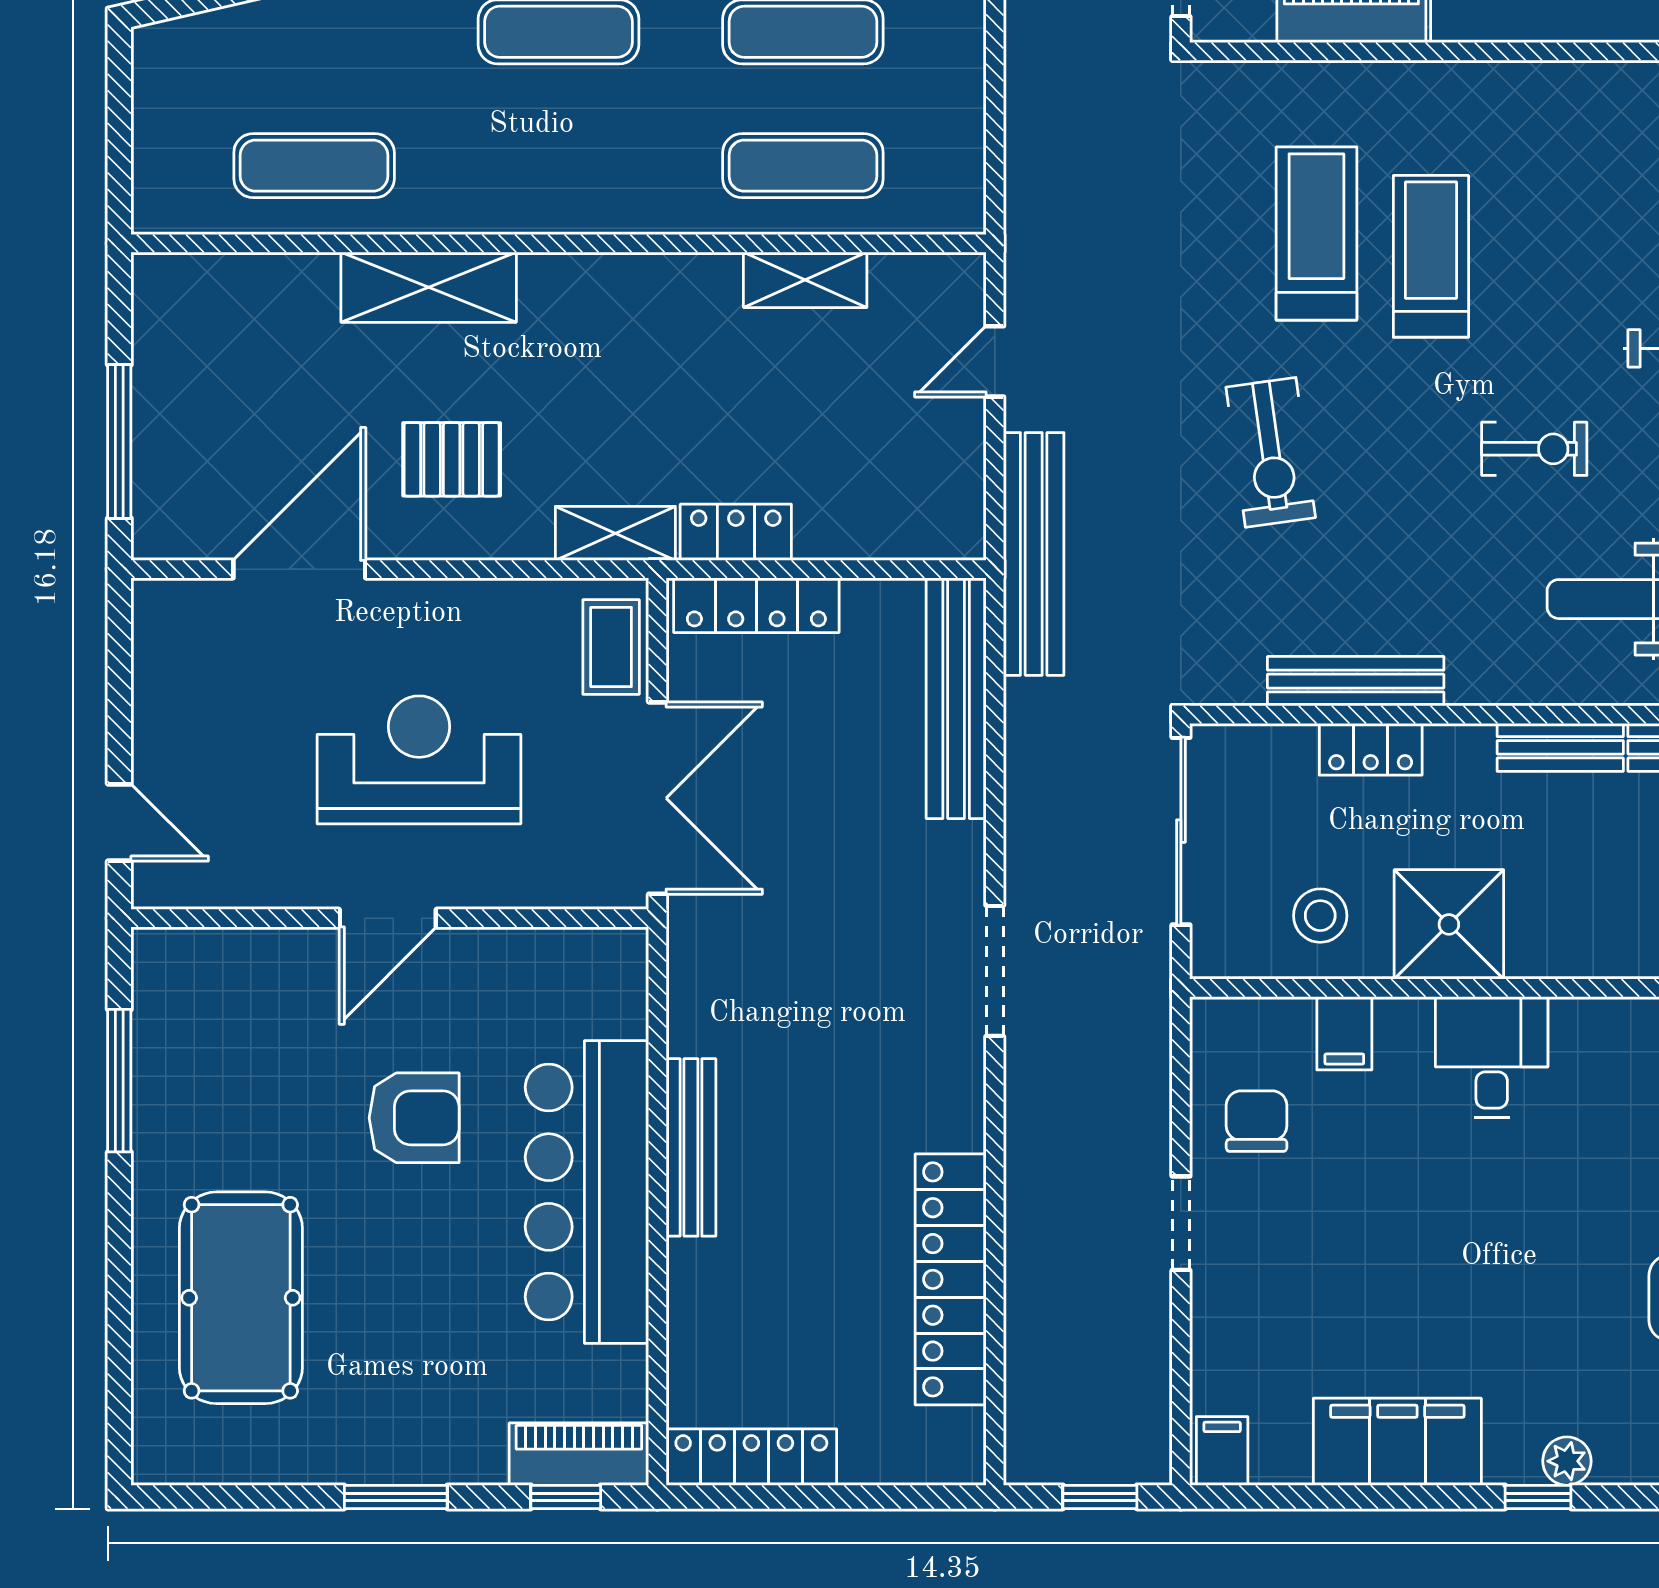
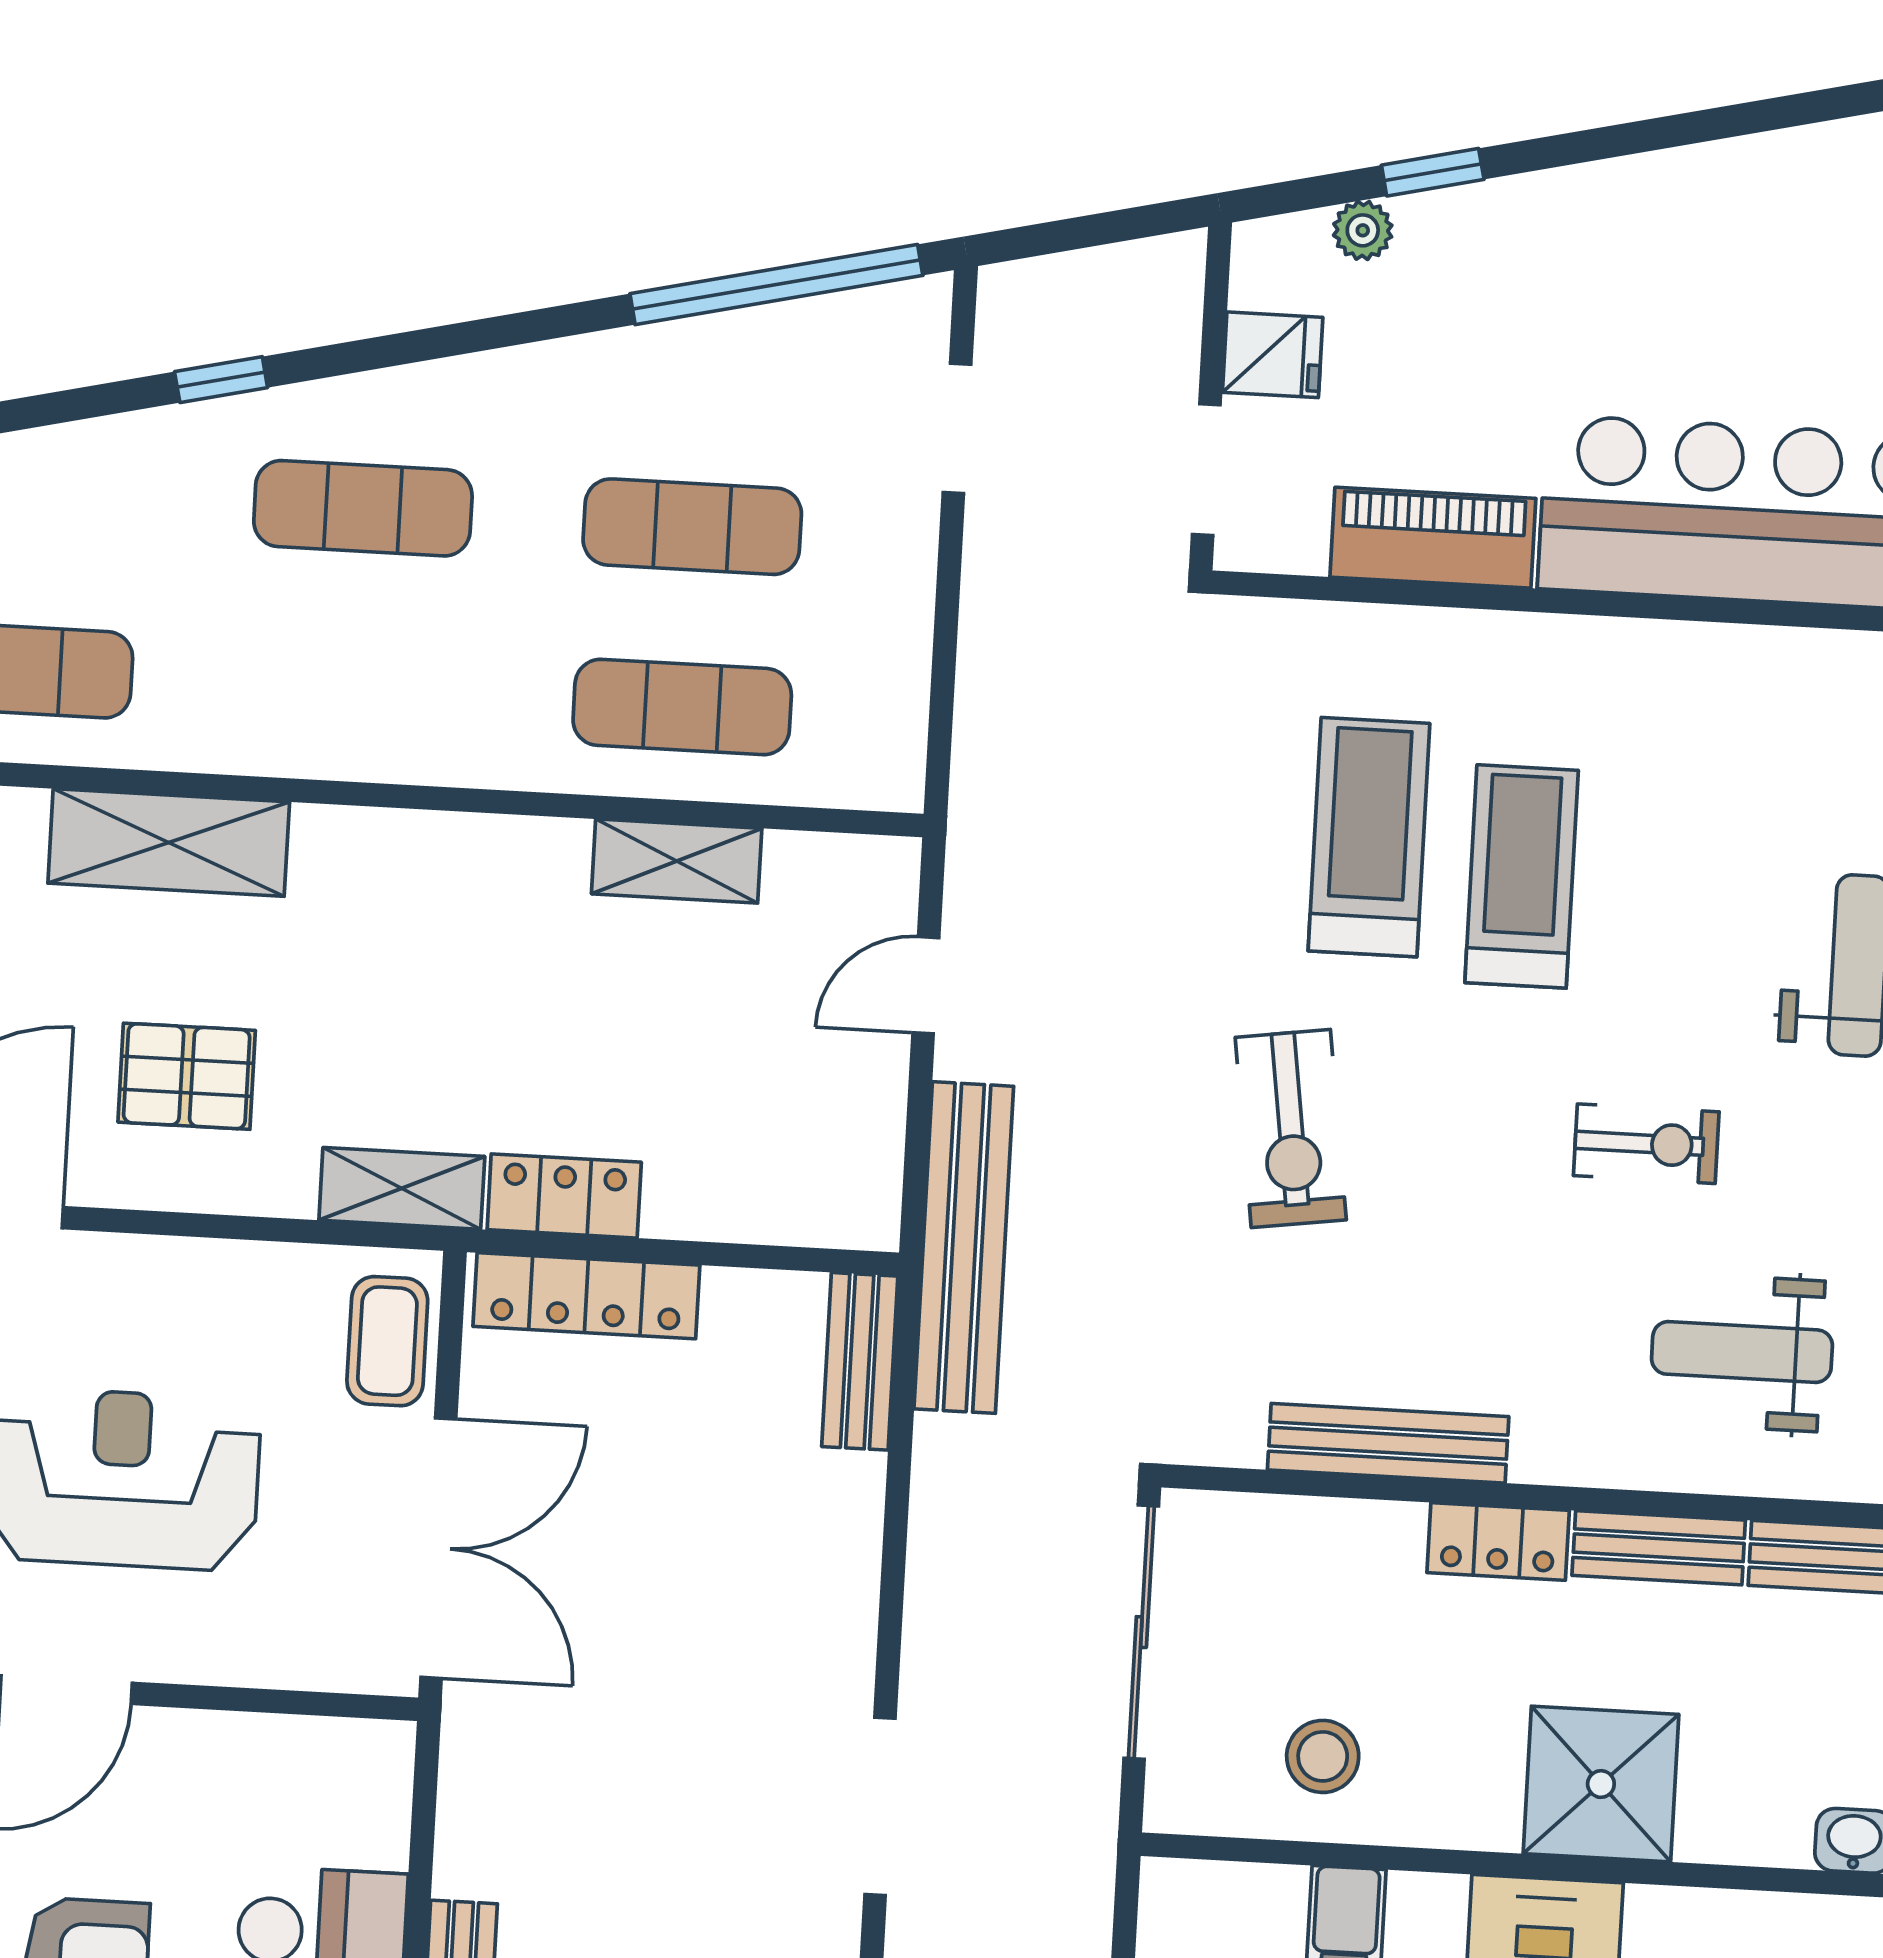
bench: (956, 698) -> (860, 1361), width x0.54, depth x0.82
locker: (1371, 749) -> (1498, 1541), moved
shower: (1449, 924) -> (1601, 1784), moved

